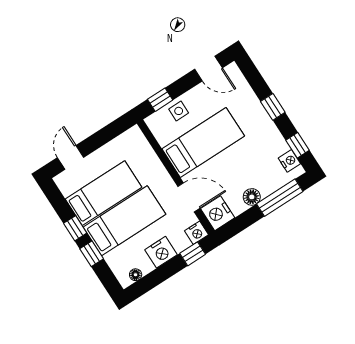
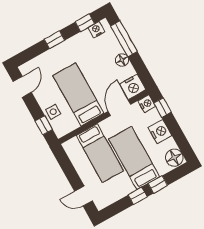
bed: (104, 193) -> (100, 153), moved, turned 180
floor lamp: (136, 275) -> (174, 158), width x1.89, depth x1.89

